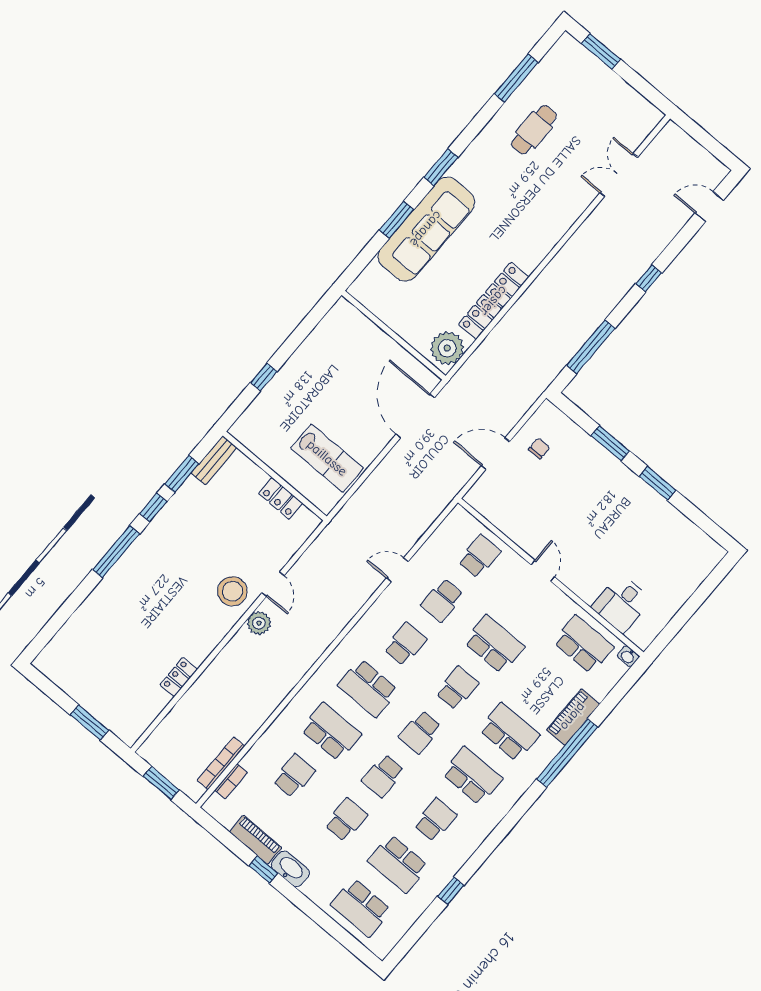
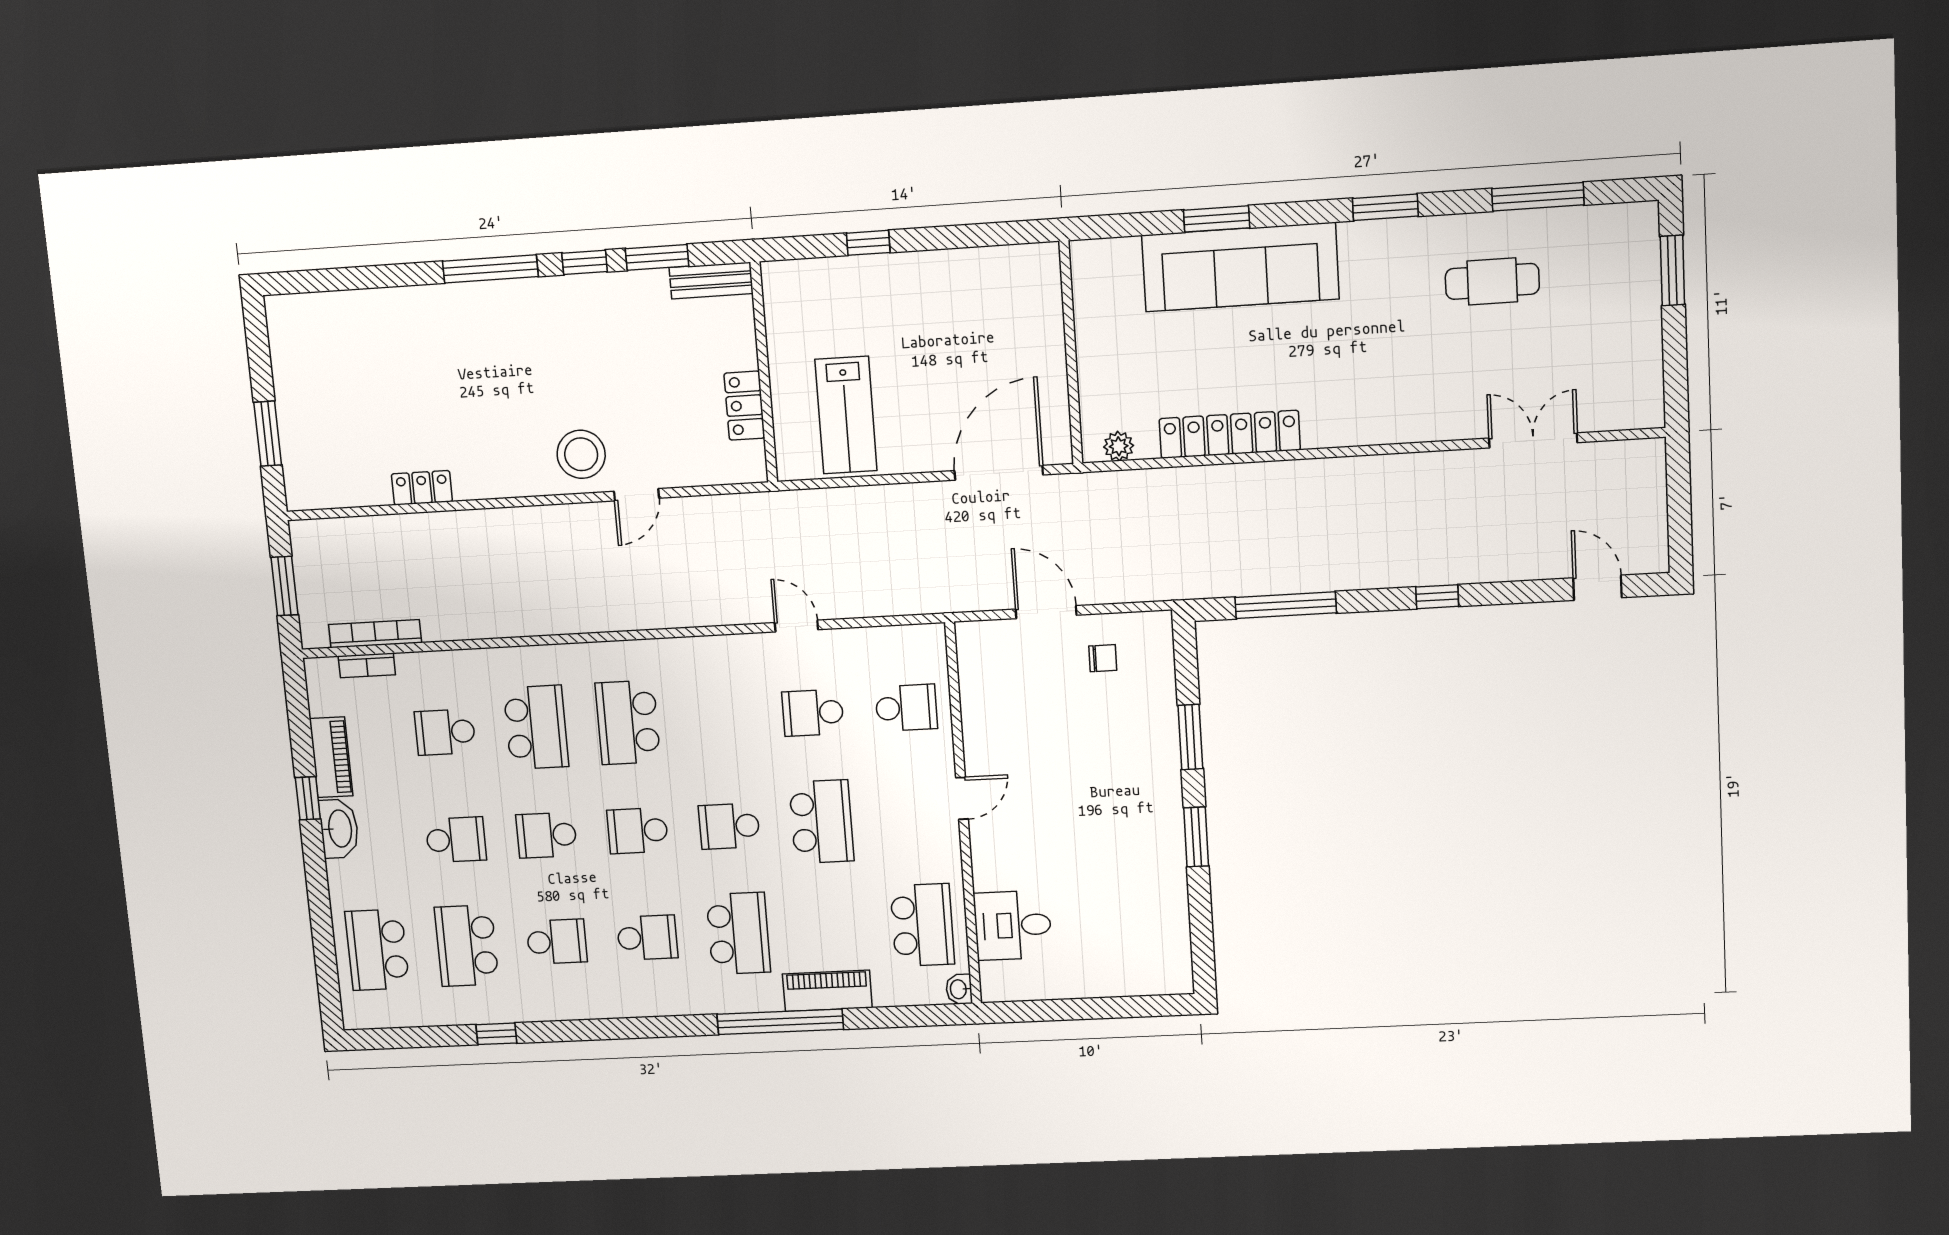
window: (441, 167) -> (1385, 207), moved
plant: (447, 348) -> (1119, 446), width x0.53, depth x0.53
plant: (259, 623) -> (576, 522), removed
school desk: (405, 644) -> (720, 718), removed
school desk: (457, 688) -> (729, 826), turned 180
school desk: (294, 776) -> (445, 732), turned 180
school desk: (472, 776) -> (647, 938), width x0.54

